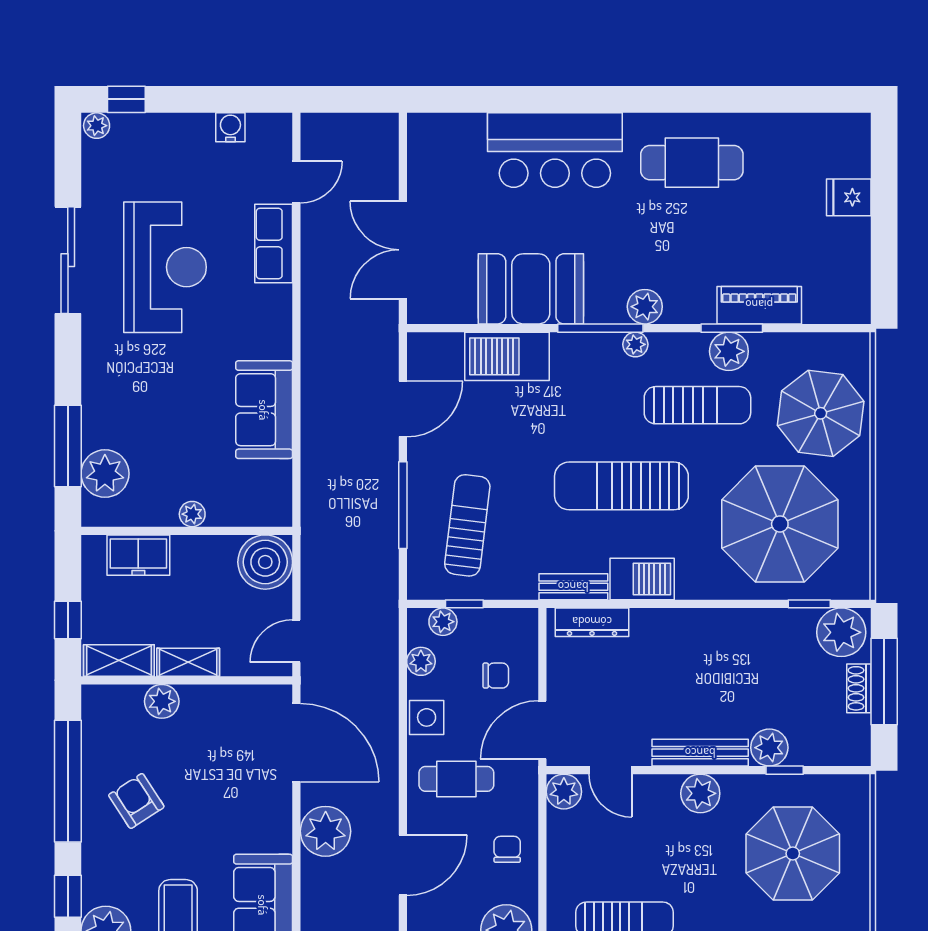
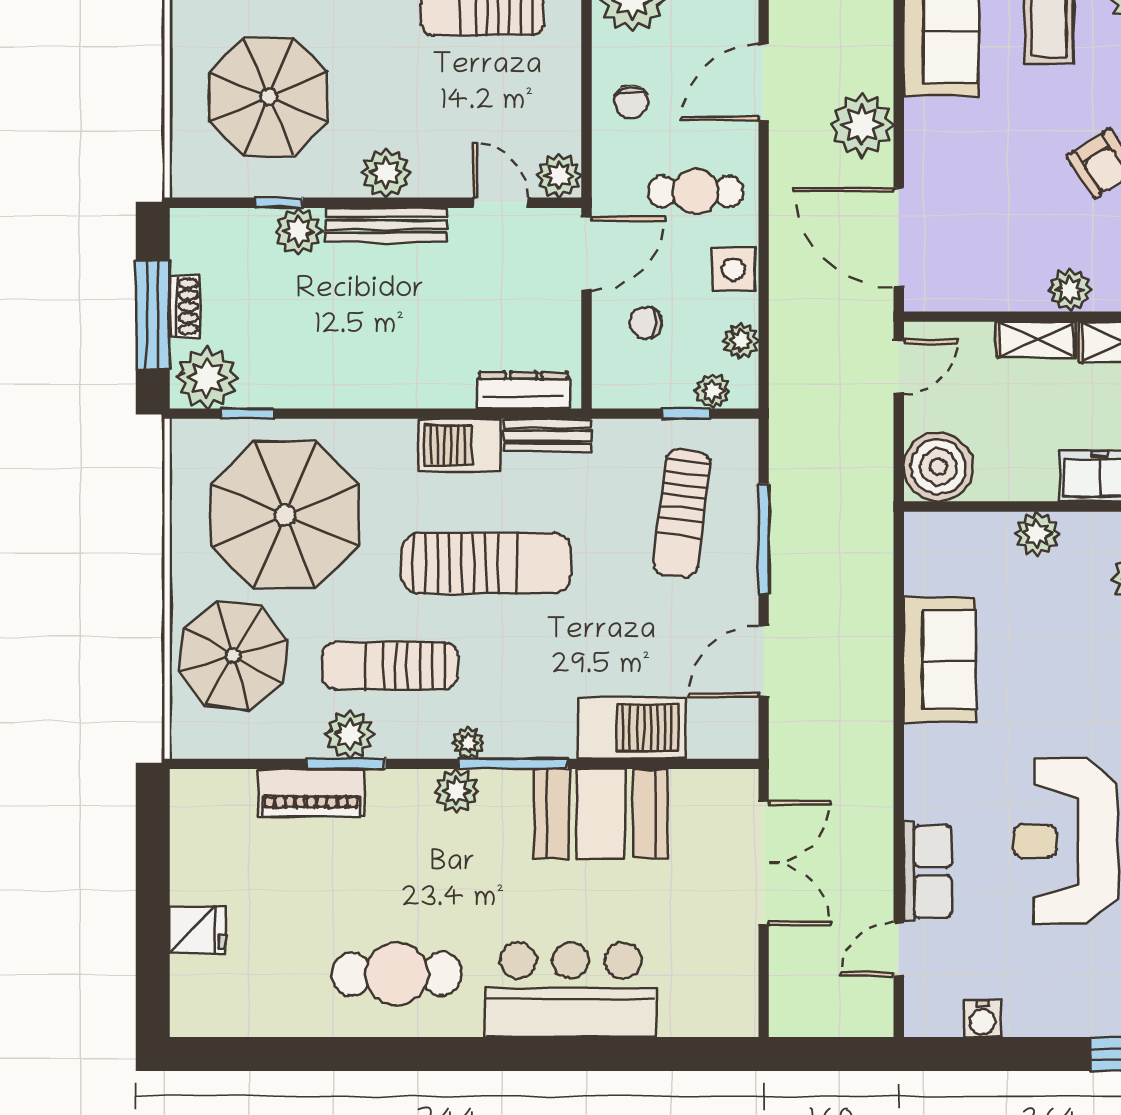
plant: (192, 514) -> (1037, 534), width x1.38, depth x1.38

